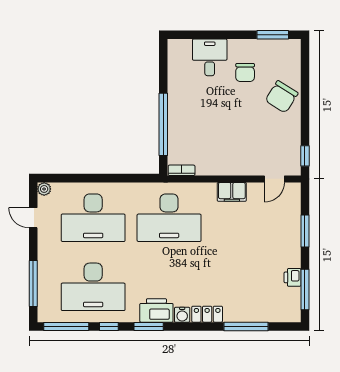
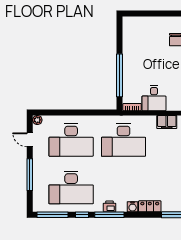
desk: (210, 57) -> (154, 98), moved, turned 180
window: (33, 283) -> (30, 175), moved
printer: (156, 310) -> (109, 206), width x0.53, depth x0.68
window: (149, 326) -> (109, 215), width x1.44

